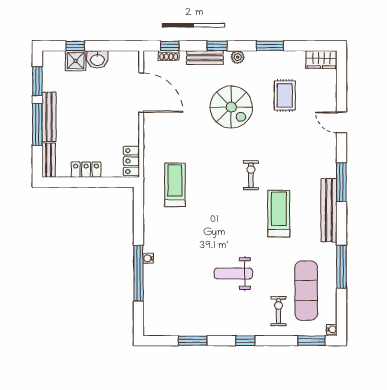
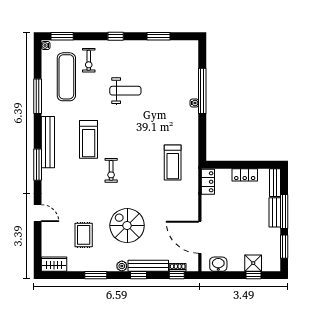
bench: (205, 58) -> (148, 266), width x1.36
washbasin: (97, 59) -> (218, 264), moved
bench: (49, 117) -> (275, 212), width x0.73

